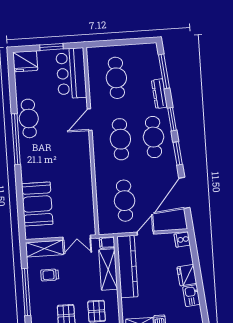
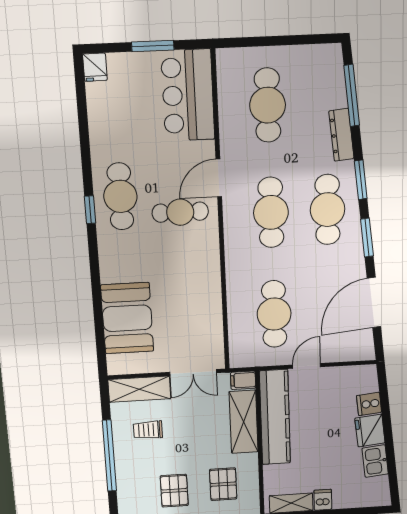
fridge: (25, 61) -> (95, 67), width x0.53, depth x0.75
cafe table: (29, 118) -> (120, 196), moved
window: (16, 139) -> (90, 210), width x0.32
cafe table: (68, 140) -> (180, 212), added
cooker: (182, 240) -> (369, 404), moved

